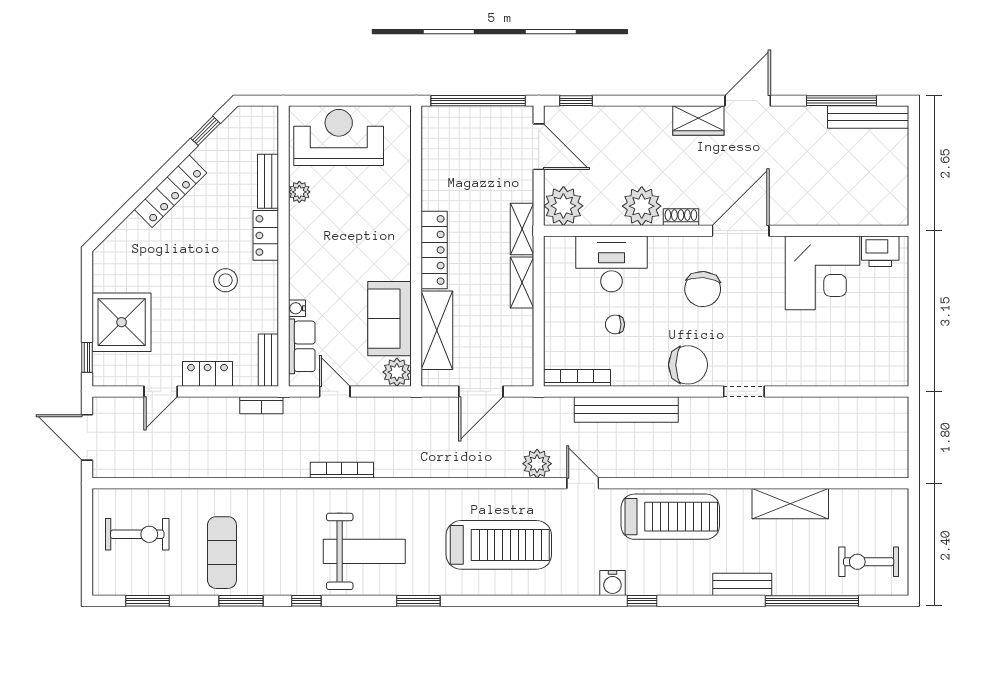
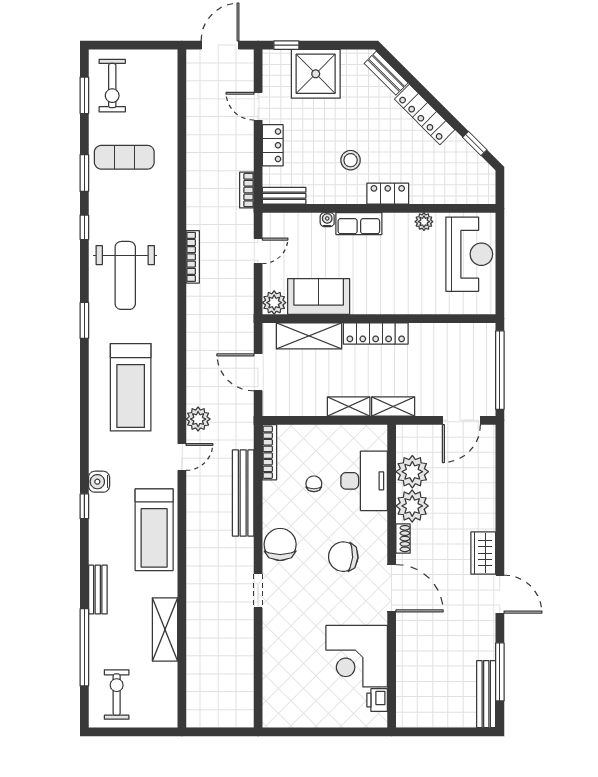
window: (576, 101) -> (500, 451), removed
bench: (268, 181) -> (386, 73), moved, turned 45
plant: (563, 206) -> (412, 472), moved
printer: (880, 251) -> (377, 700), width x0.73, depth x0.81
row of seats: (302, 346) -> (359, 224), moved
chair: (688, 365) -> (280, 544), turned 180
exercise bike: (137, 534) -> (112, 86), moved

